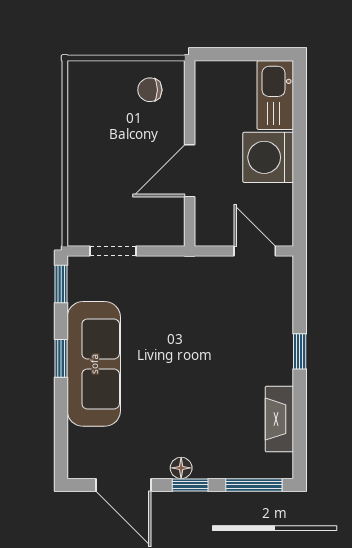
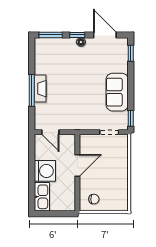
window: (300, 351) -> (32, 90), width x2.17
window: (61, 358) -> (131, 53), moved
sofa: (94, 364) -> (117, 92), width x0.73
fireplace: (279, 419) -> (40, 89), moved

